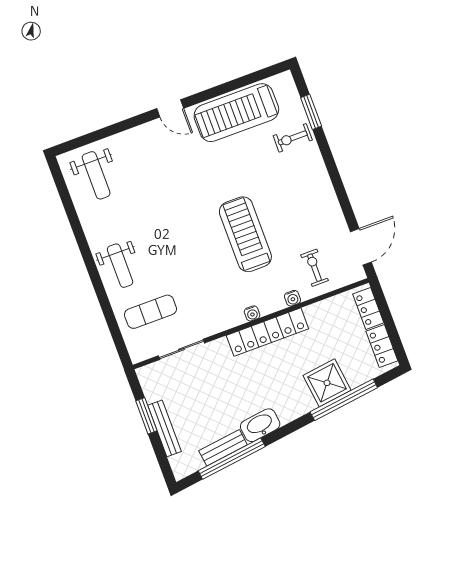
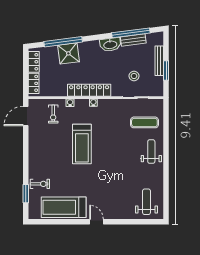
treadmill: (236, 113) -> (64, 207), turned 180
stool: (199, 386) -> (134, 76), added

